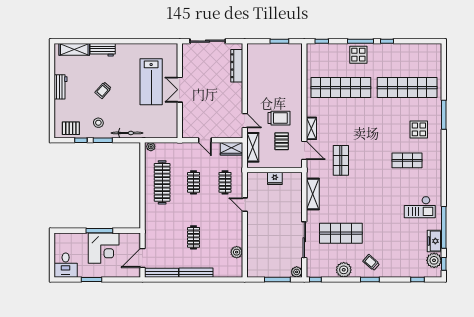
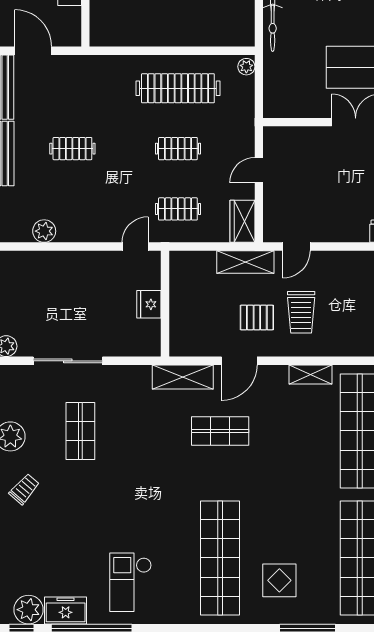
shelving: (311, 128) -> (310, 375), moved
shop shelf: (407, 160) -> (220, 558), width x2.00, depth x1.36
wall: (274, 170) -> (165, 304), moved
fridge: (275, 178) -> (149, 304), moved
shelving: (313, 194) -> (183, 377), moved
shop shelf: (341, 233) -> (80, 431), width x0.70, depth x0.74

